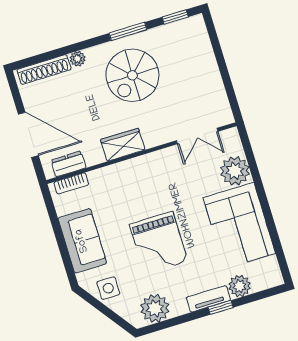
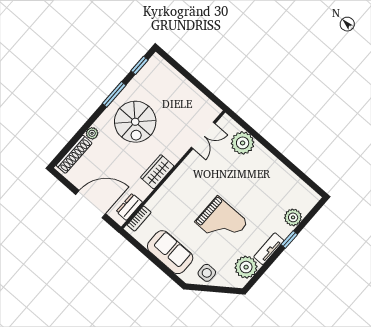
corner sofa: (239, 226) -> (268, 177), removed
tv unit: (208, 299) -> (269, 249), moved

